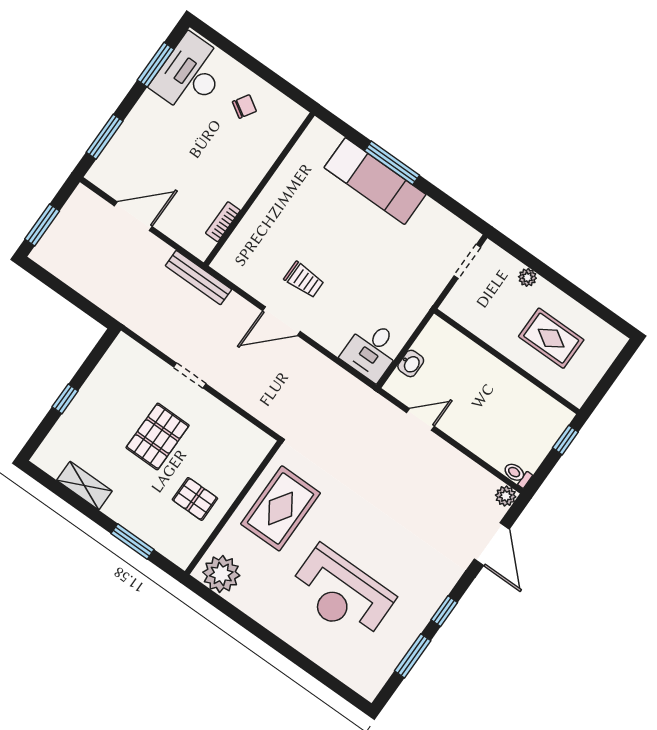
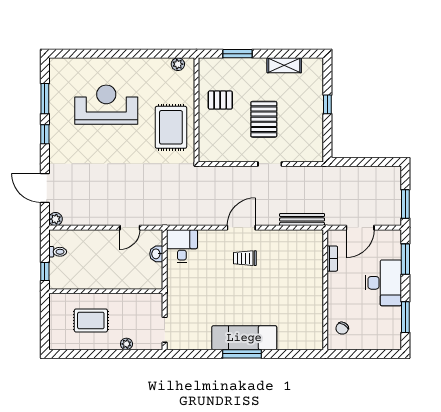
desk: (190, 74) -> (383, 283), moved
wall: (259, 189) -> (325, 290), moved
bookcase: (223, 222) -> (332, 259), moved
window: (42, 225) -> (405, 204), moved
toilet: (517, 474) -> (58, 252), moved
plant: (221, 574) -> (178, 64), width x0.53, depth x0.53

